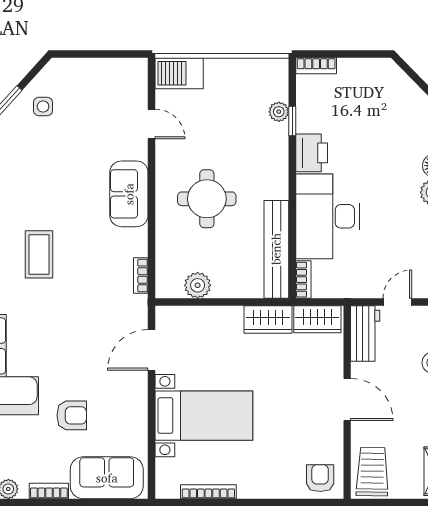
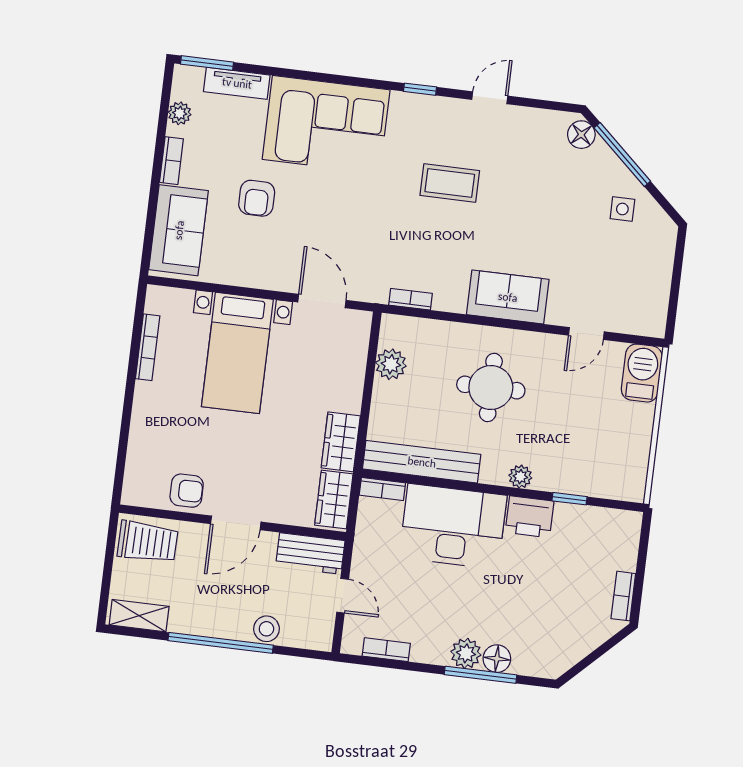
bookcase: (316, 66) -> (623, 596), moved
plant: (279, 112) -> (520, 477), moved
armchair: (320, 478) -> (187, 491), moved

